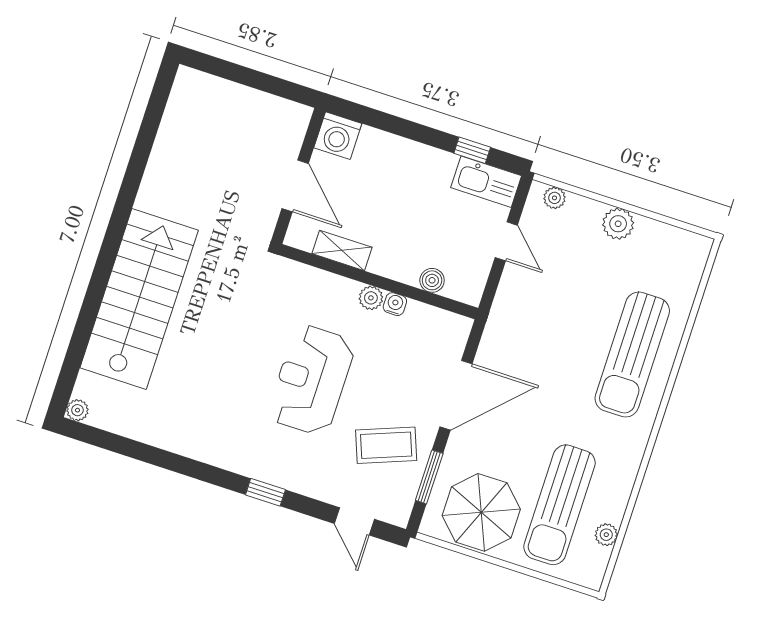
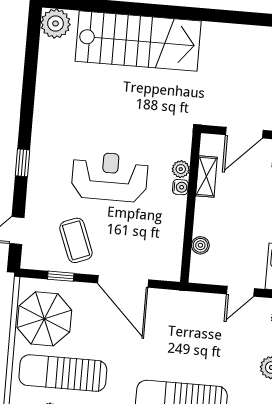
plant: (371, 298) -> (181, 169), moved
water cooler: (395, 304) -> (180, 187), moved
plant: (77, 410) -> (56, 23), width x1.88, depth x1.88
window: (429, 477) -> (61, 276), width x0.67

